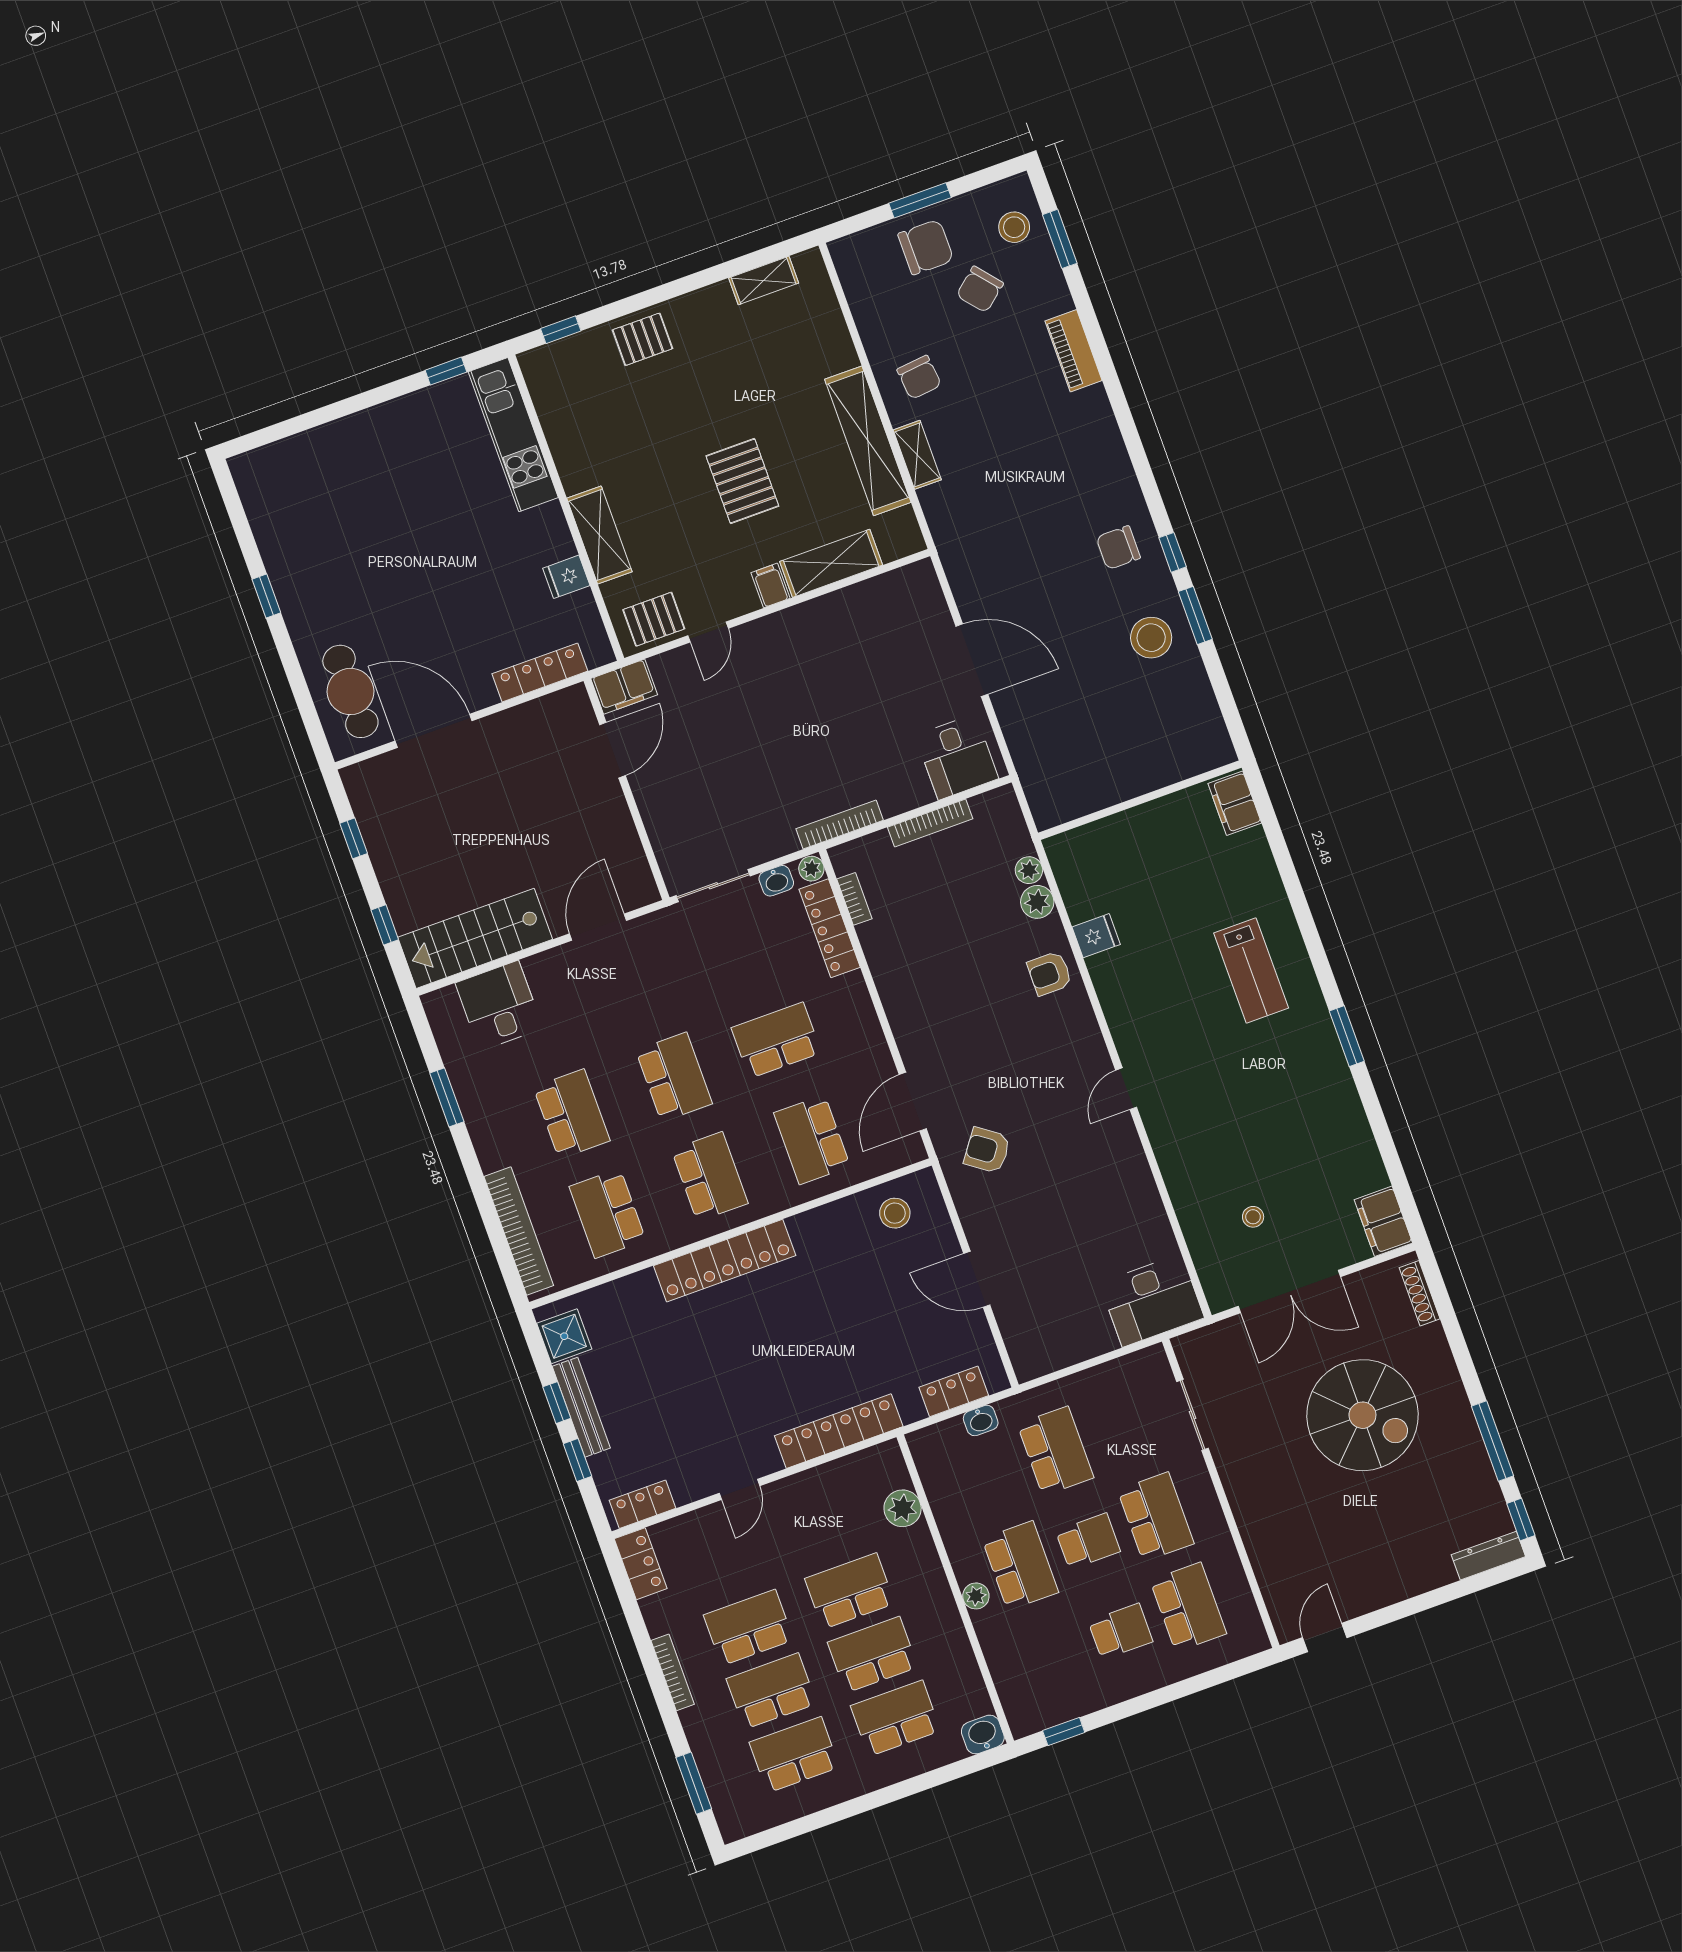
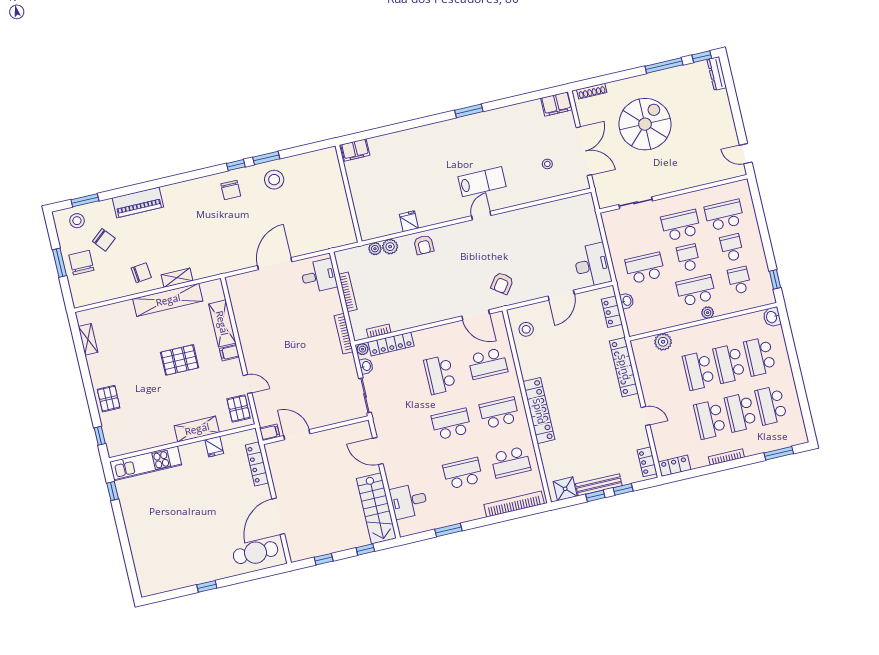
piano: (1074, 351) -> (138, 202), width x1.37, depth x1.33
filing cabinet: (624, 687) -> (270, 432), width x0.50
lab bench: (1251, 971) -> (482, 182), moved
door: (1126, 1089) -> (481, 216), swing flipped
desk: (1152, 1300) -> (592, 265), moved
school desk: (1053, 1656) -> (739, 280), added

